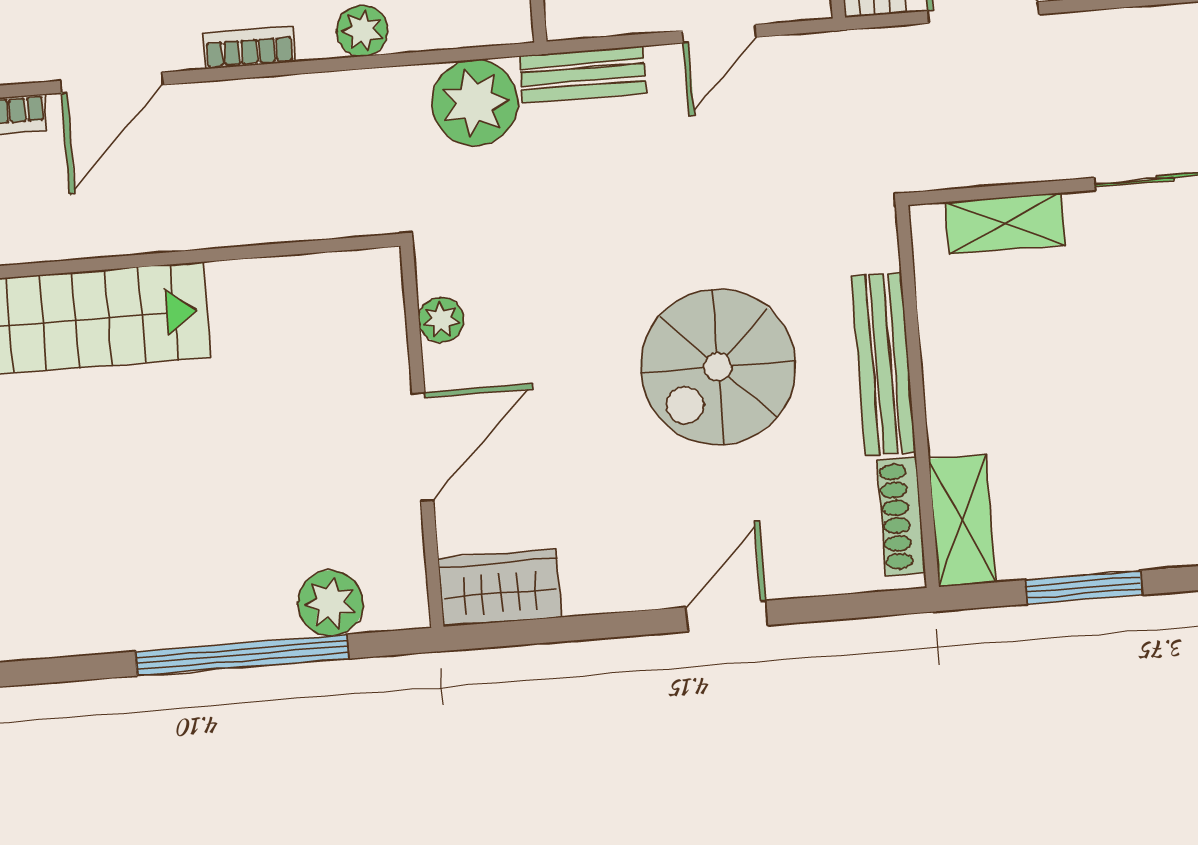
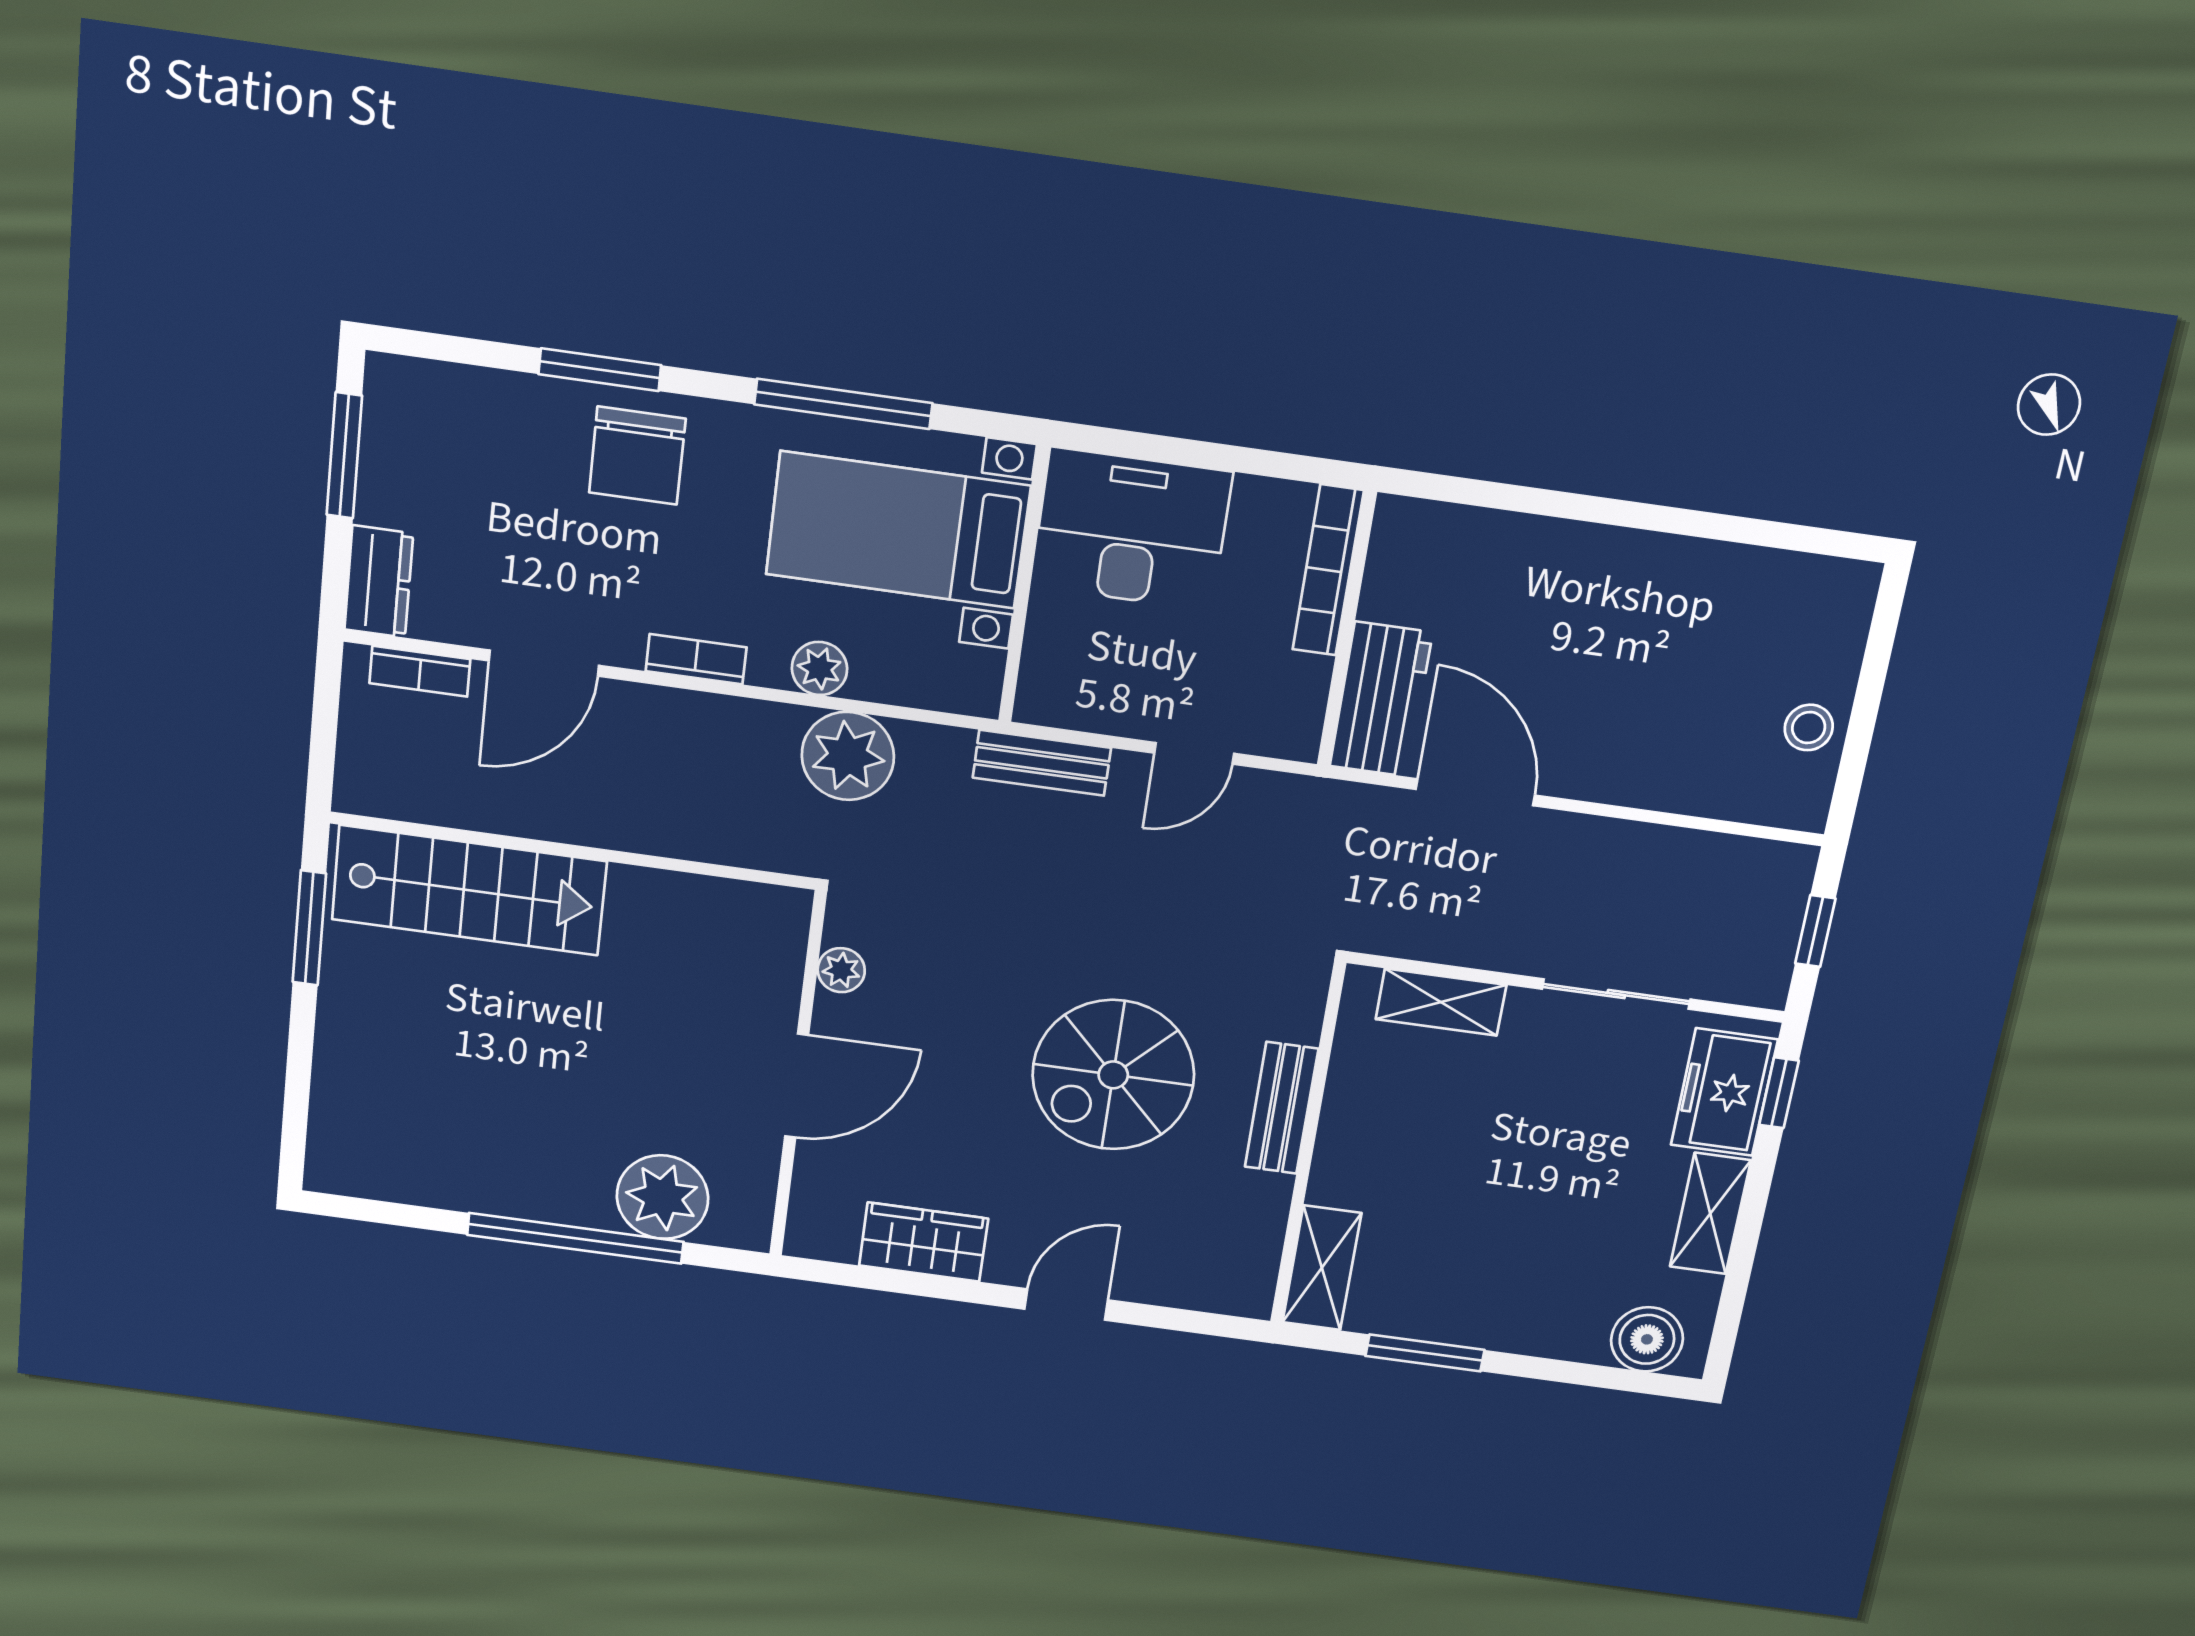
plant: (475, 103) -> (848, 756), moved
bench: (884, 364) -> (1282, 1108), width x0.73
shoe rack: (901, 516) -> (1262, 1251), removed
wardrobe: (500, 588) -> (924, 1242), moved
plant: (330, 603) -> (662, 1197), width x1.36, depth x1.36

